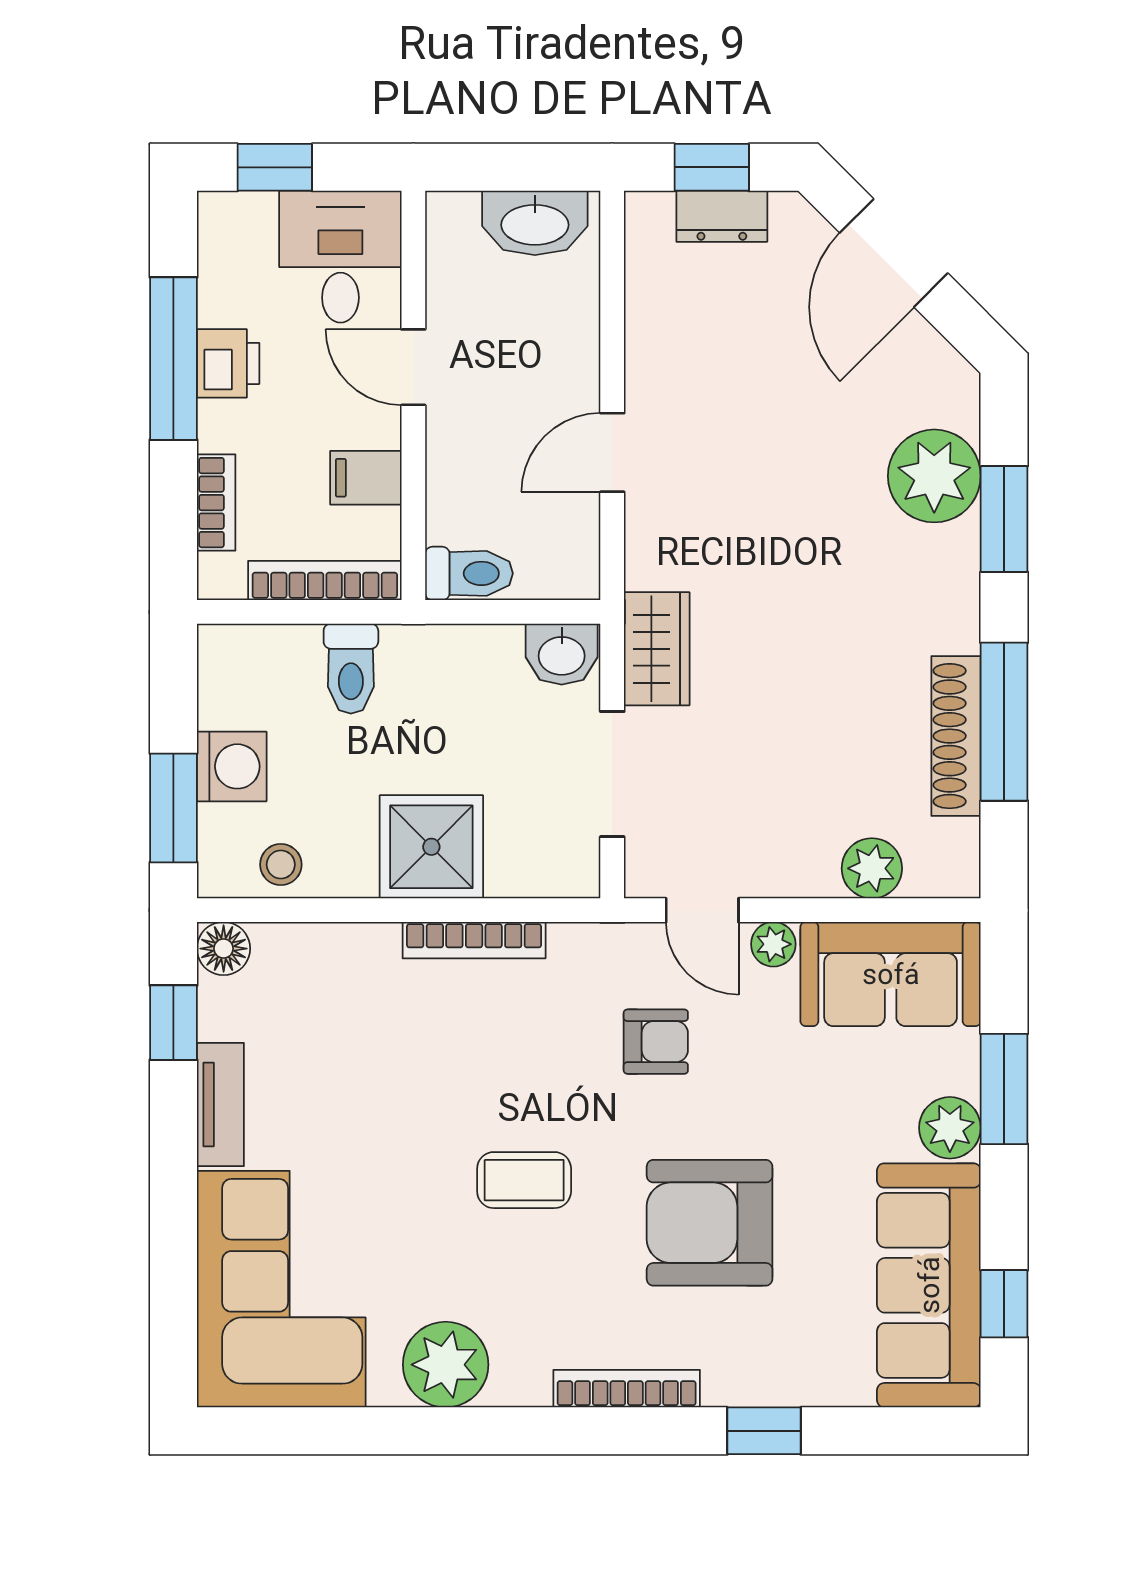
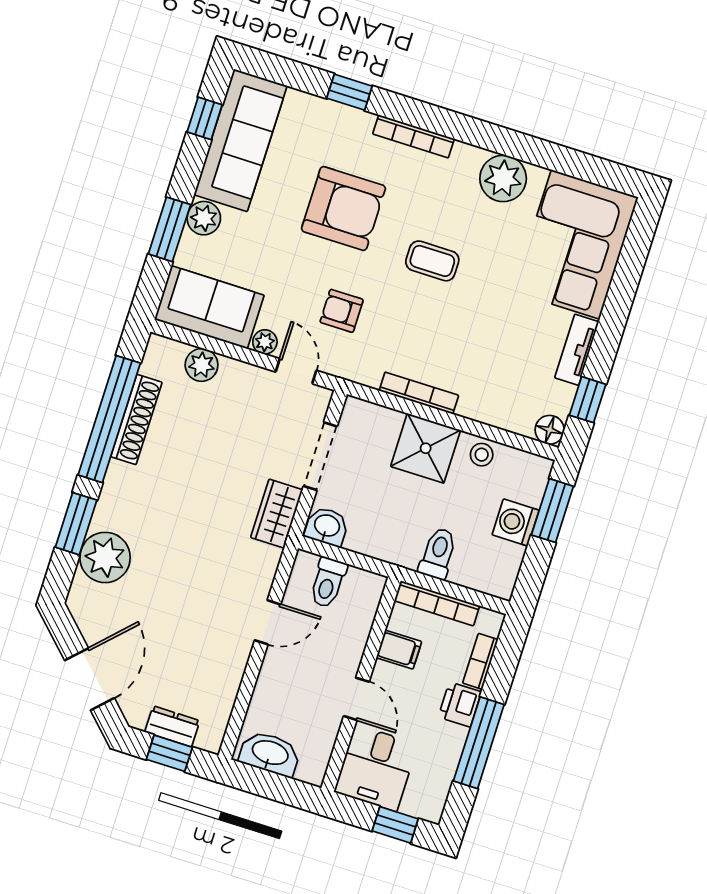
printer: (228, 363) -> (460, 704), moved
toilet: (469, 573) -> (328, 582), moved, turned -90
window: (1004, 722) -> (109, 419), width x1.46
stool: (281, 865) -> (482, 455), moved

